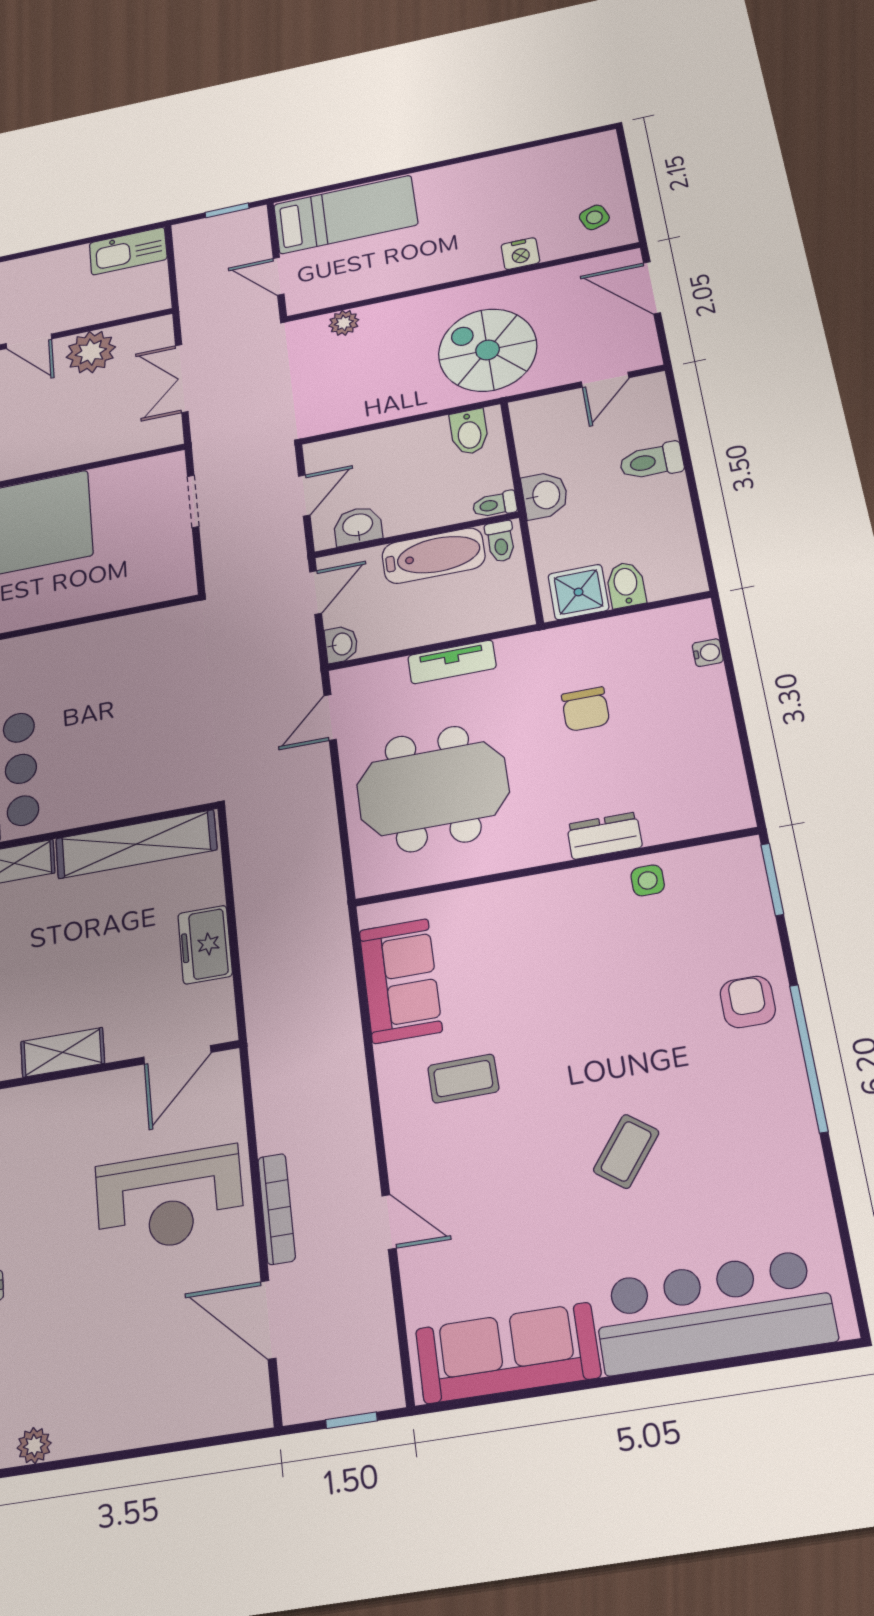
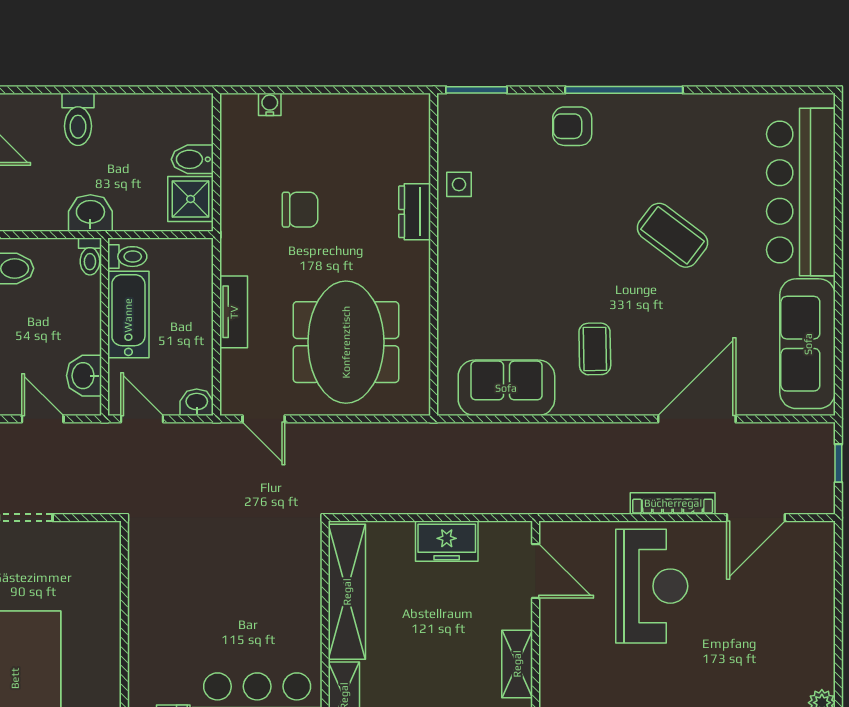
coffee table: (626, 1151) -> (672, 235), width x1.36, depth x1.30
door: (389, 1222) -> (697, 419), width x1.88

